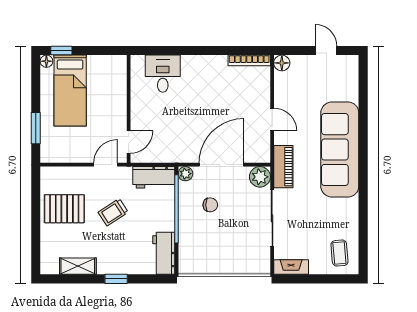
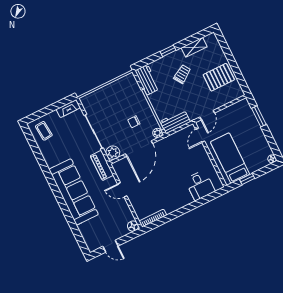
window: (61, 51) -> (247, 179), moved
bed: (70, 91) -> (230, 158), moved
trolley: (113, 212) -> (182, 74), moved

